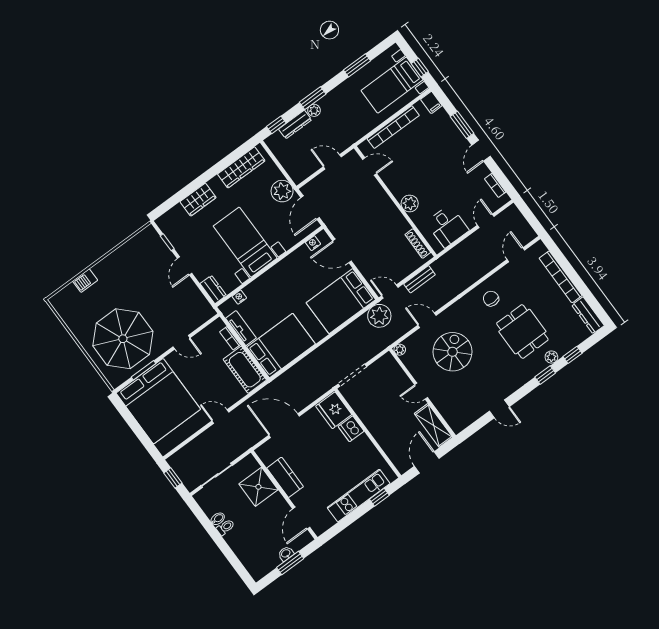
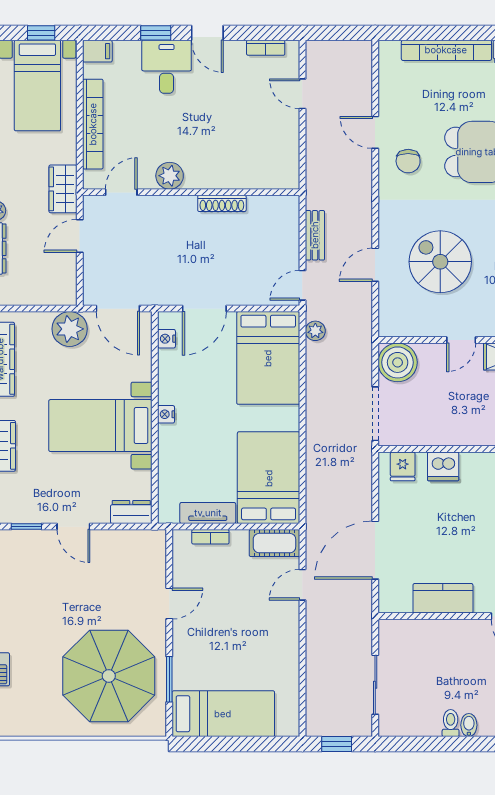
window: (462, 125) -> (156, 33), width x0.67
wardrobe: (350, 136) -> (63, 189), added
plant: (410, 203) -> (170, 176), moved
desk: (447, 226) -> (167, 67), moved, turned -90
shoe rack: (418, 243) -> (222, 203), moved
door: (516, 255) -> (375, 132), moved
nightstand: (239, 297) -> (166, 414), moved
chair: (491, 299) -> (408, 161), turned -90
plant: (379, 316) -> (315, 331), width x0.53, depth x0.53
plant: (400, 350) -> (387, 328), removed
boiler: (386, 368) -> (398, 362), added
cot: (245, 370) -> (274, 543), width x0.73, depth x0.75
bed: (158, 401) -> (223, 714), width x0.49
fridge: (334, 410) -> (403, 466), width x0.53, depth x0.75
door: (220, 416) -> (302, 585), moved
shower: (258, 487) -> (430, 642), removed
bidet: (218, 519) -> (469, 725), moved

